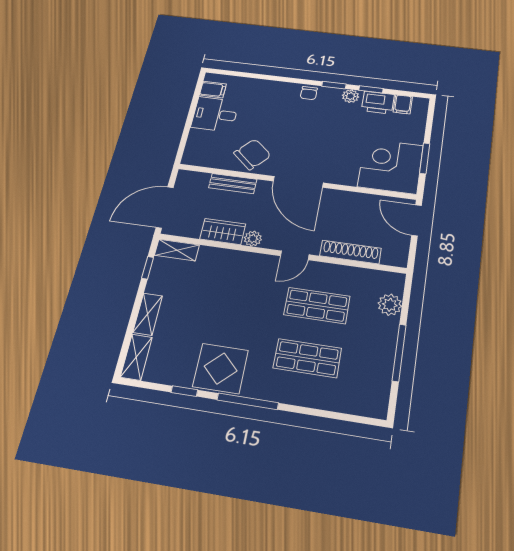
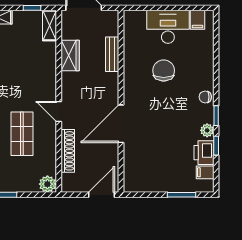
desk: (215, 114) -> (168, 27), width x1.37
chair: (252, 154) -> (164, 70), moved, turned -132
window: (425, 158) -> (182, 195), moved
corner desk: (391, 166) -> (146, 170), removed
door: (298, 182) -> (121, 124), moved
plant: (253, 239) -> (68, 79), removed
plant: (390, 305) -> (47, 184), moved

